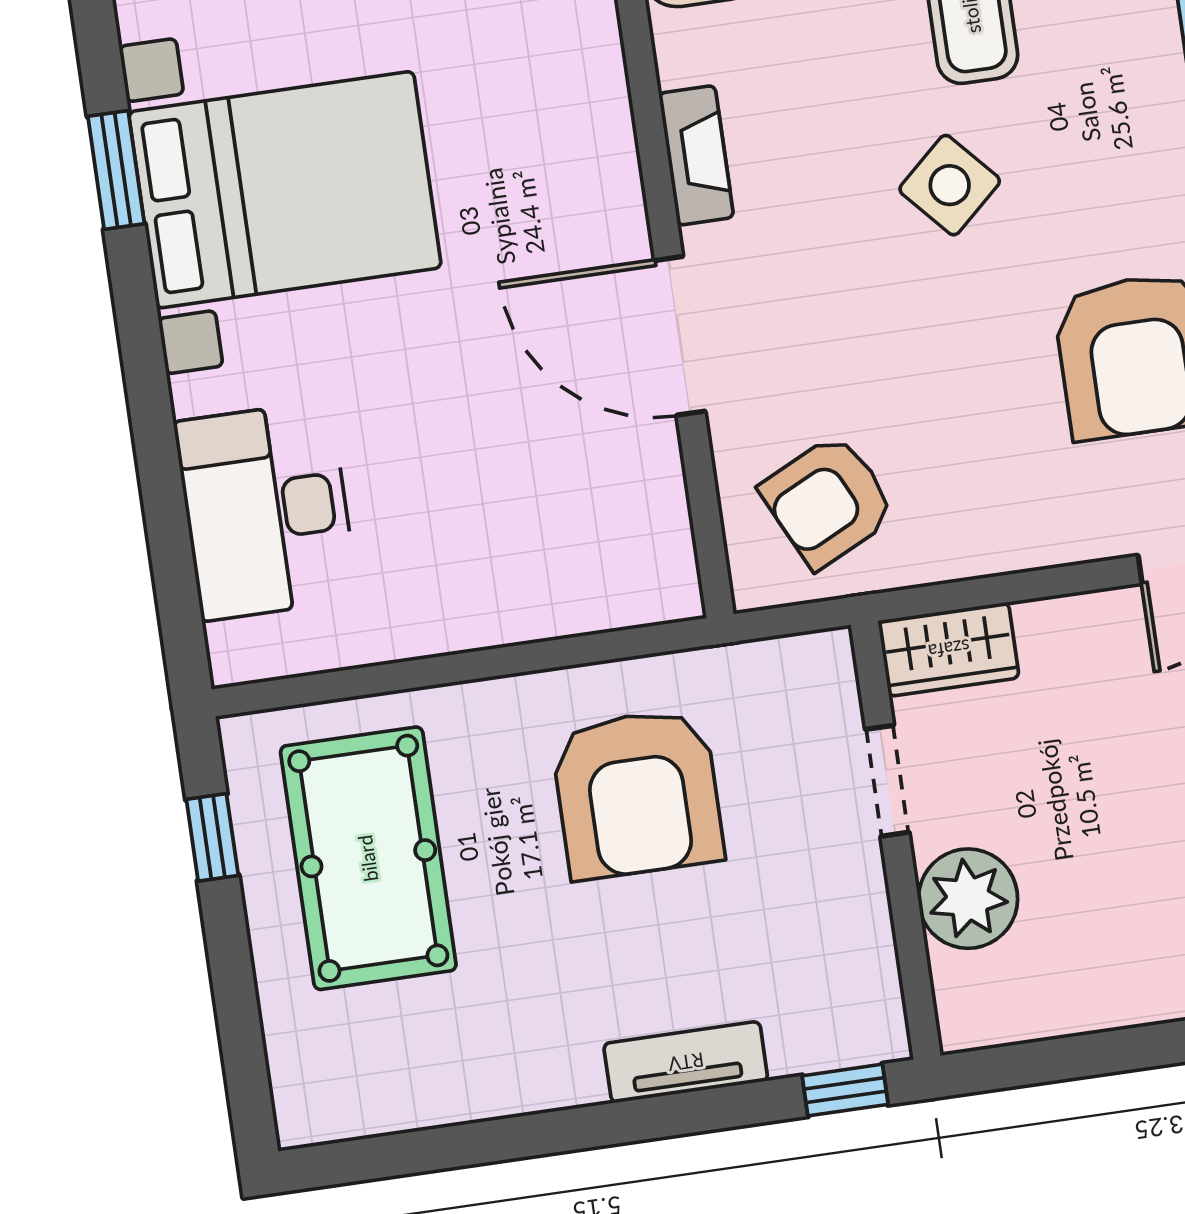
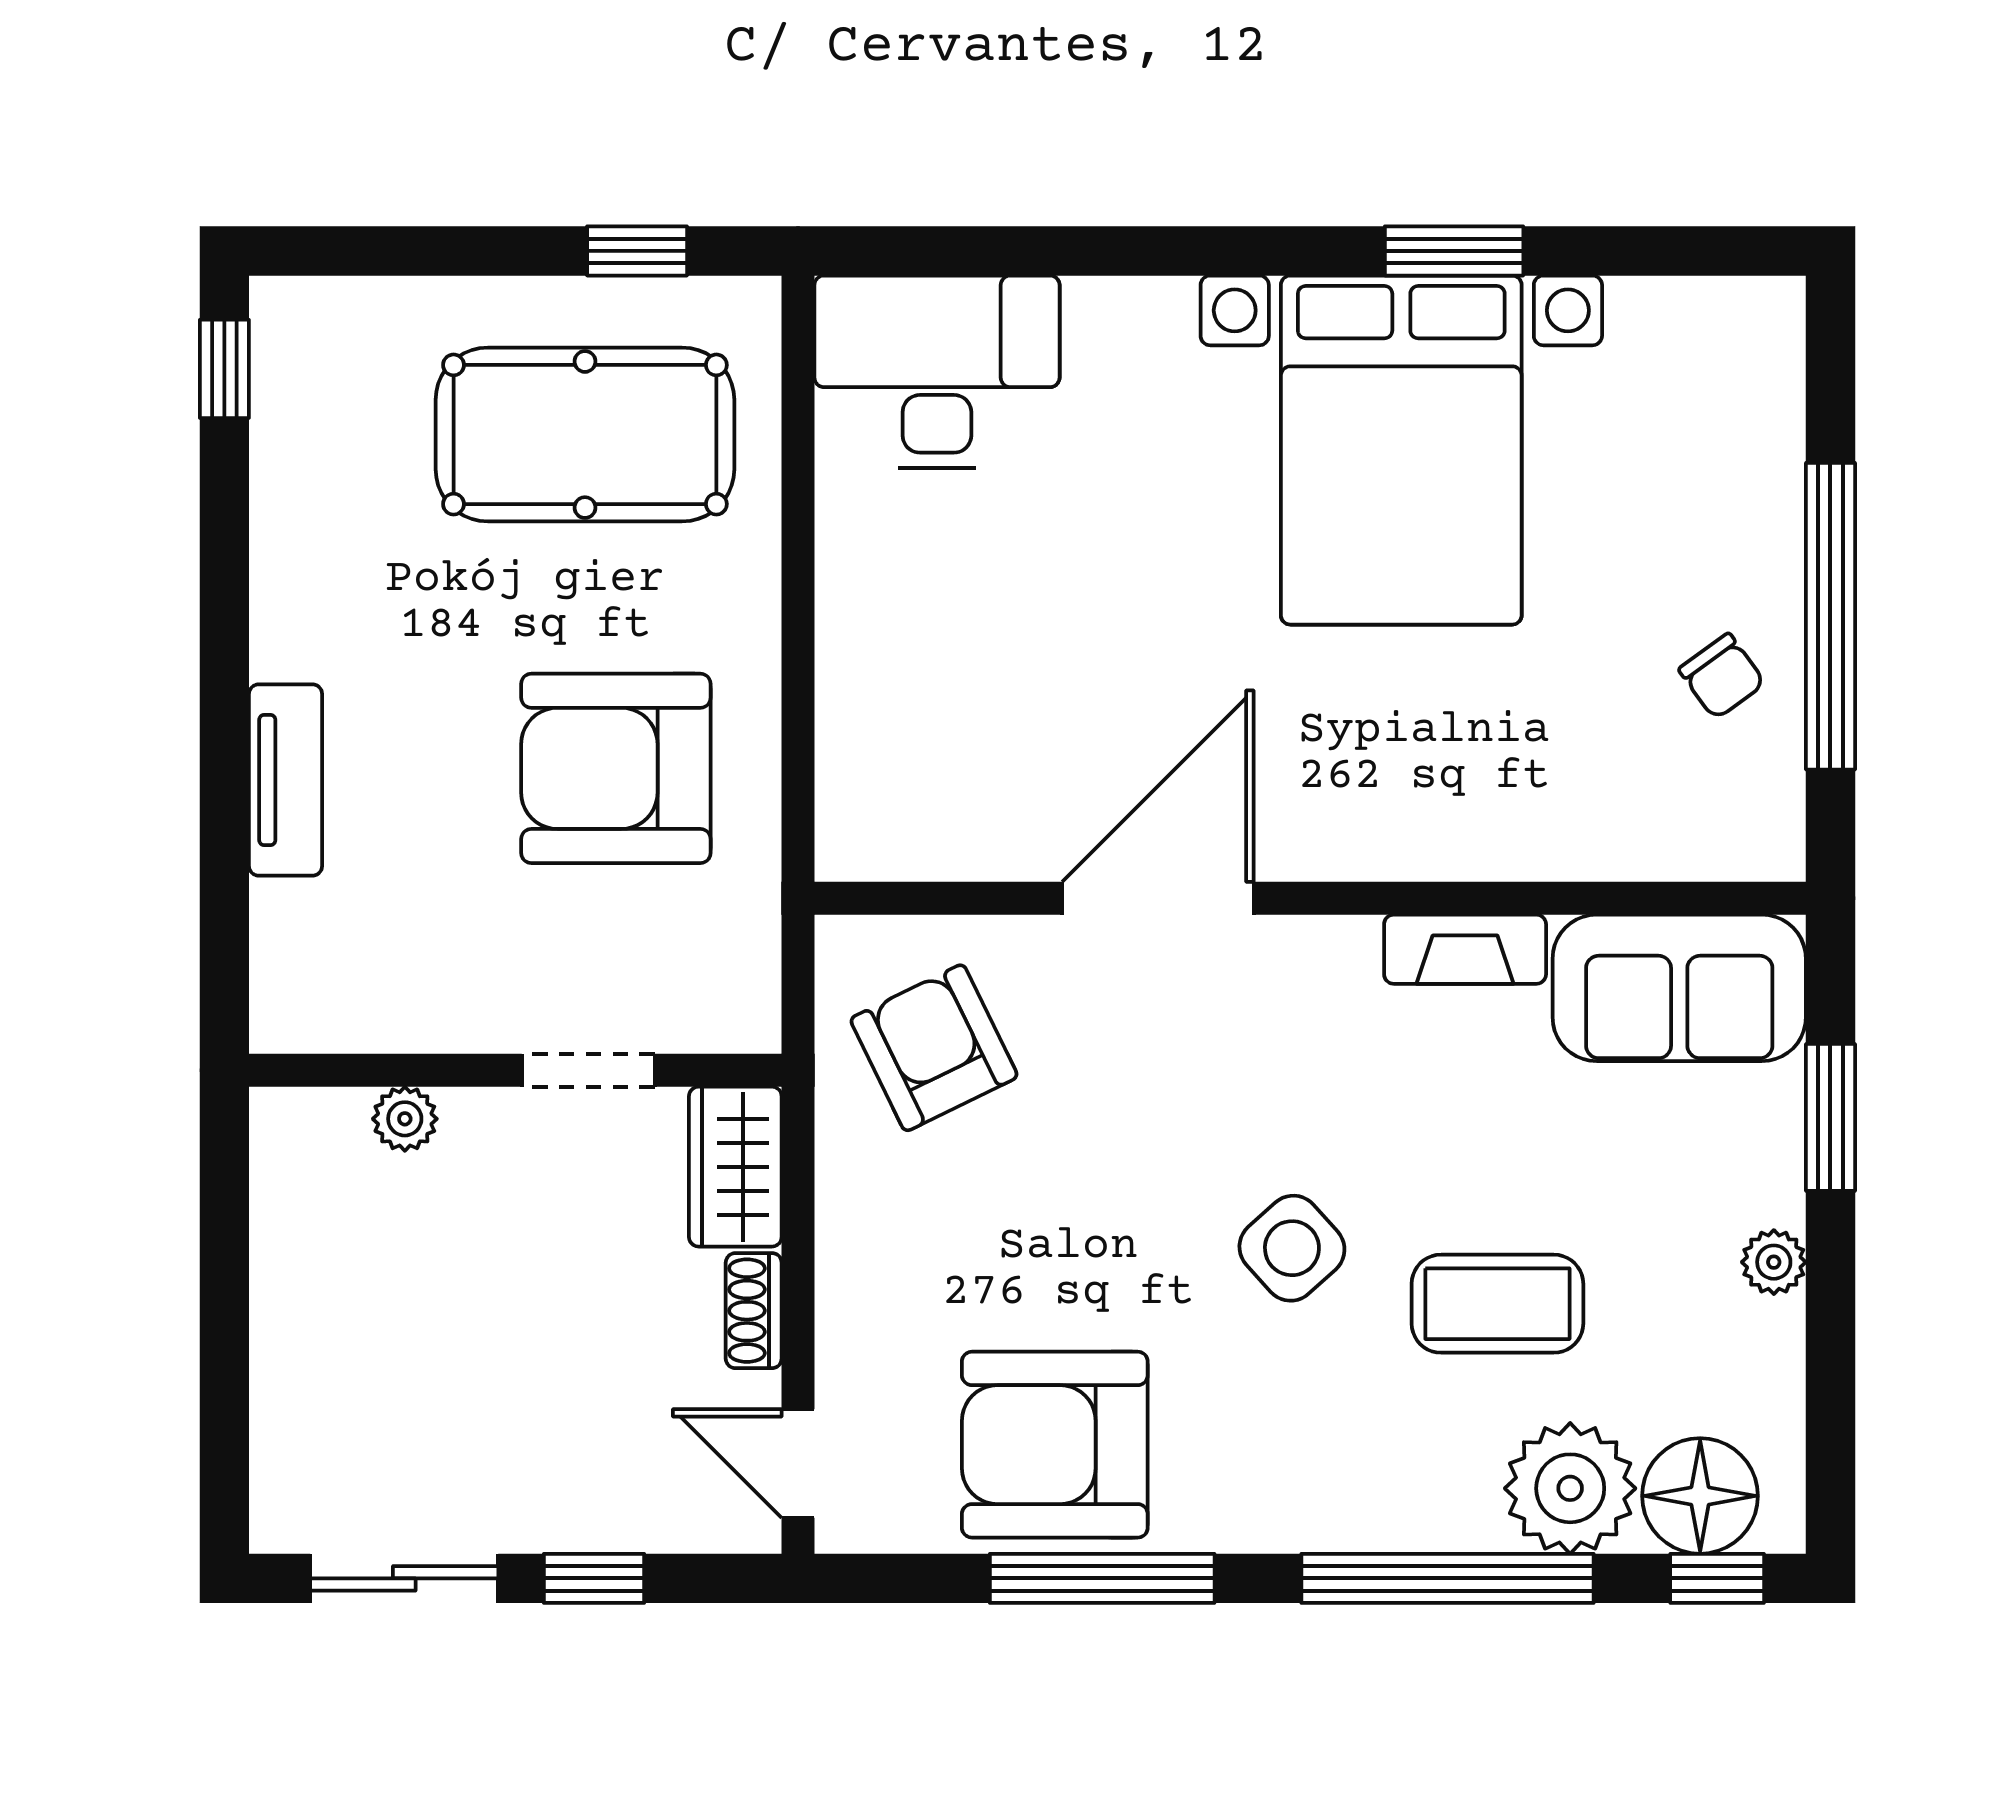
fireplace: (696, 155) -> (1465, 949), moved
desk: (266, 511) -> (937, 372), moved
shoe rack: (1064, 617) -> (754, 1311), added
plant: (968, 899) -> (405, 1119), width x0.53, depth x0.53
window: (845, 1090) -> (224, 369), moved

